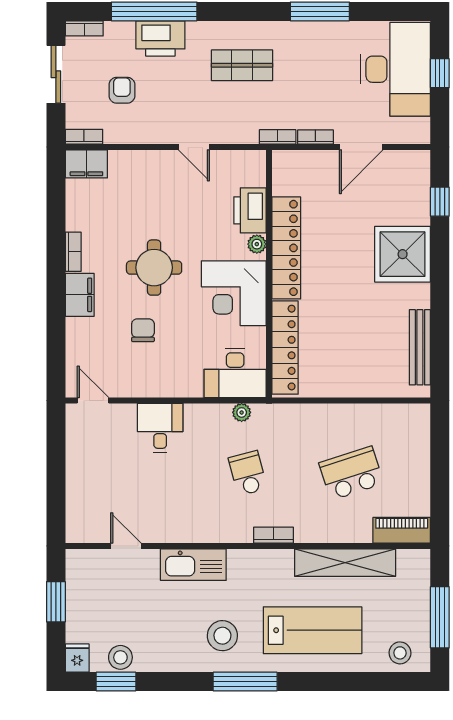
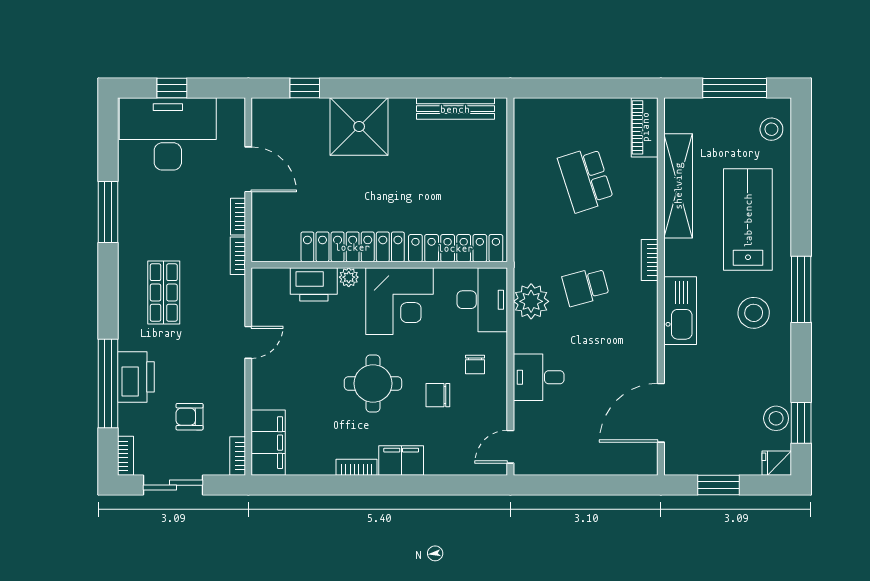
filing cabinet: (86, 164) -> (268, 443), width x1.50, depth x1.17
chair: (172, 366) -> (475, 365), added
plant: (242, 412) -> (531, 301), width x1.88, depth x1.88
door: (126, 546) -> (661, 413), width x1.88
kitchen sink: (193, 565) -> (680, 311), moved

